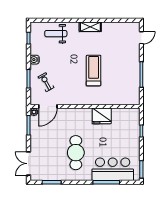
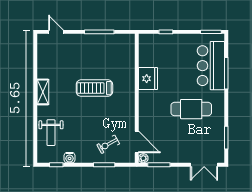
water cooler: (35, 60) -> (70, 158), moved

